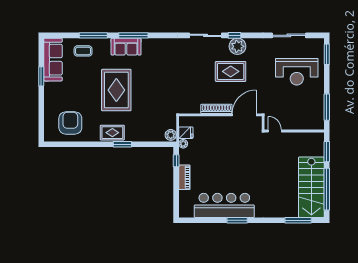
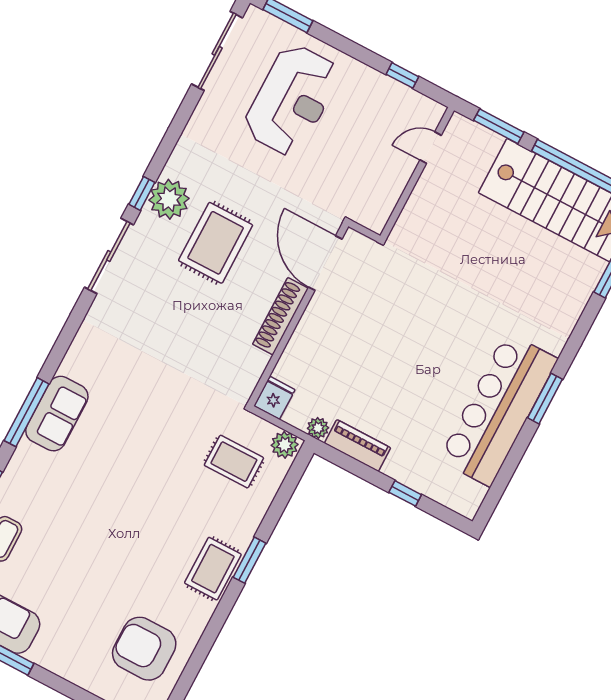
sliding door: (289, 35) -> (217, 51), moved
sofa: (126, 47) -> (57, 414), moved
rug: (116, 90) -> (234, 462), moved, width x0.54, depth x0.49
window: (327, 107) -> (402, 75), width x0.46
door: (275, 131) -> (431, 148), moved
fridge: (186, 133) -> (275, 398), moved
window: (176, 161) -> (405, 493), moved
piano: (184, 177) -> (358, 446), moved

